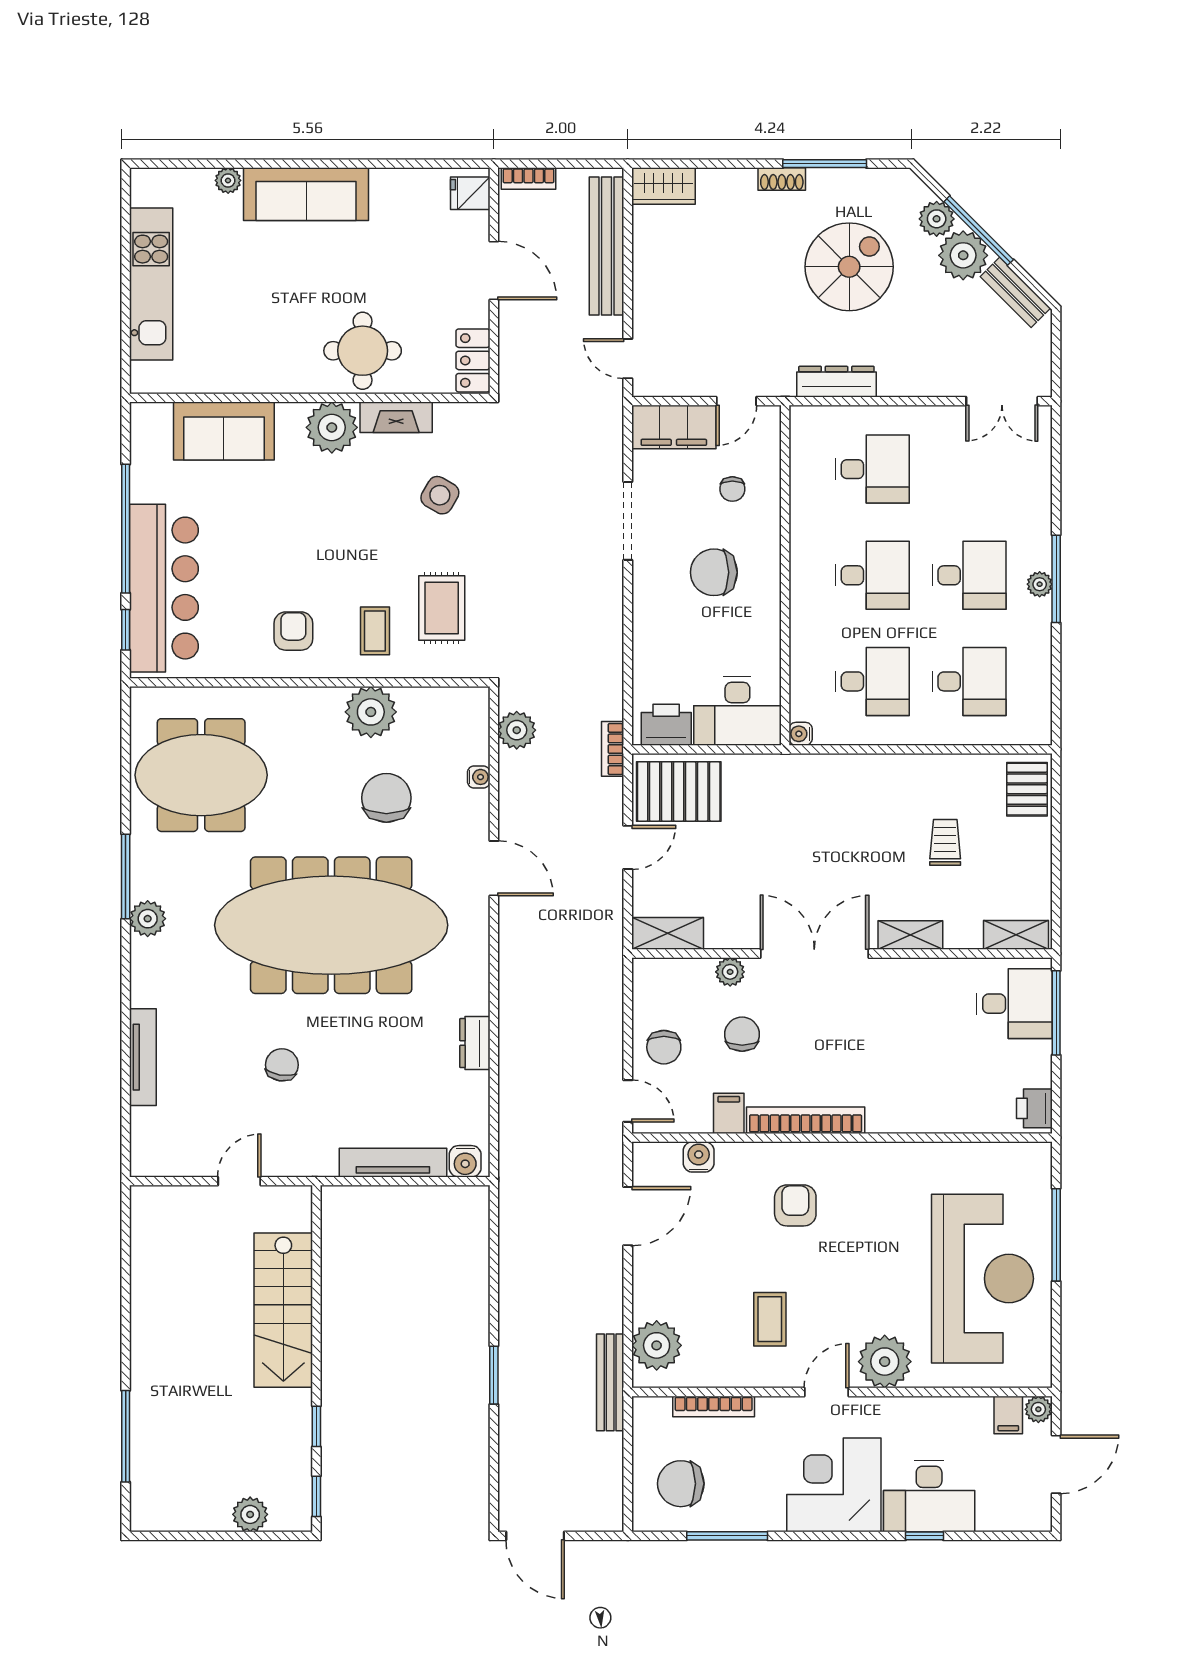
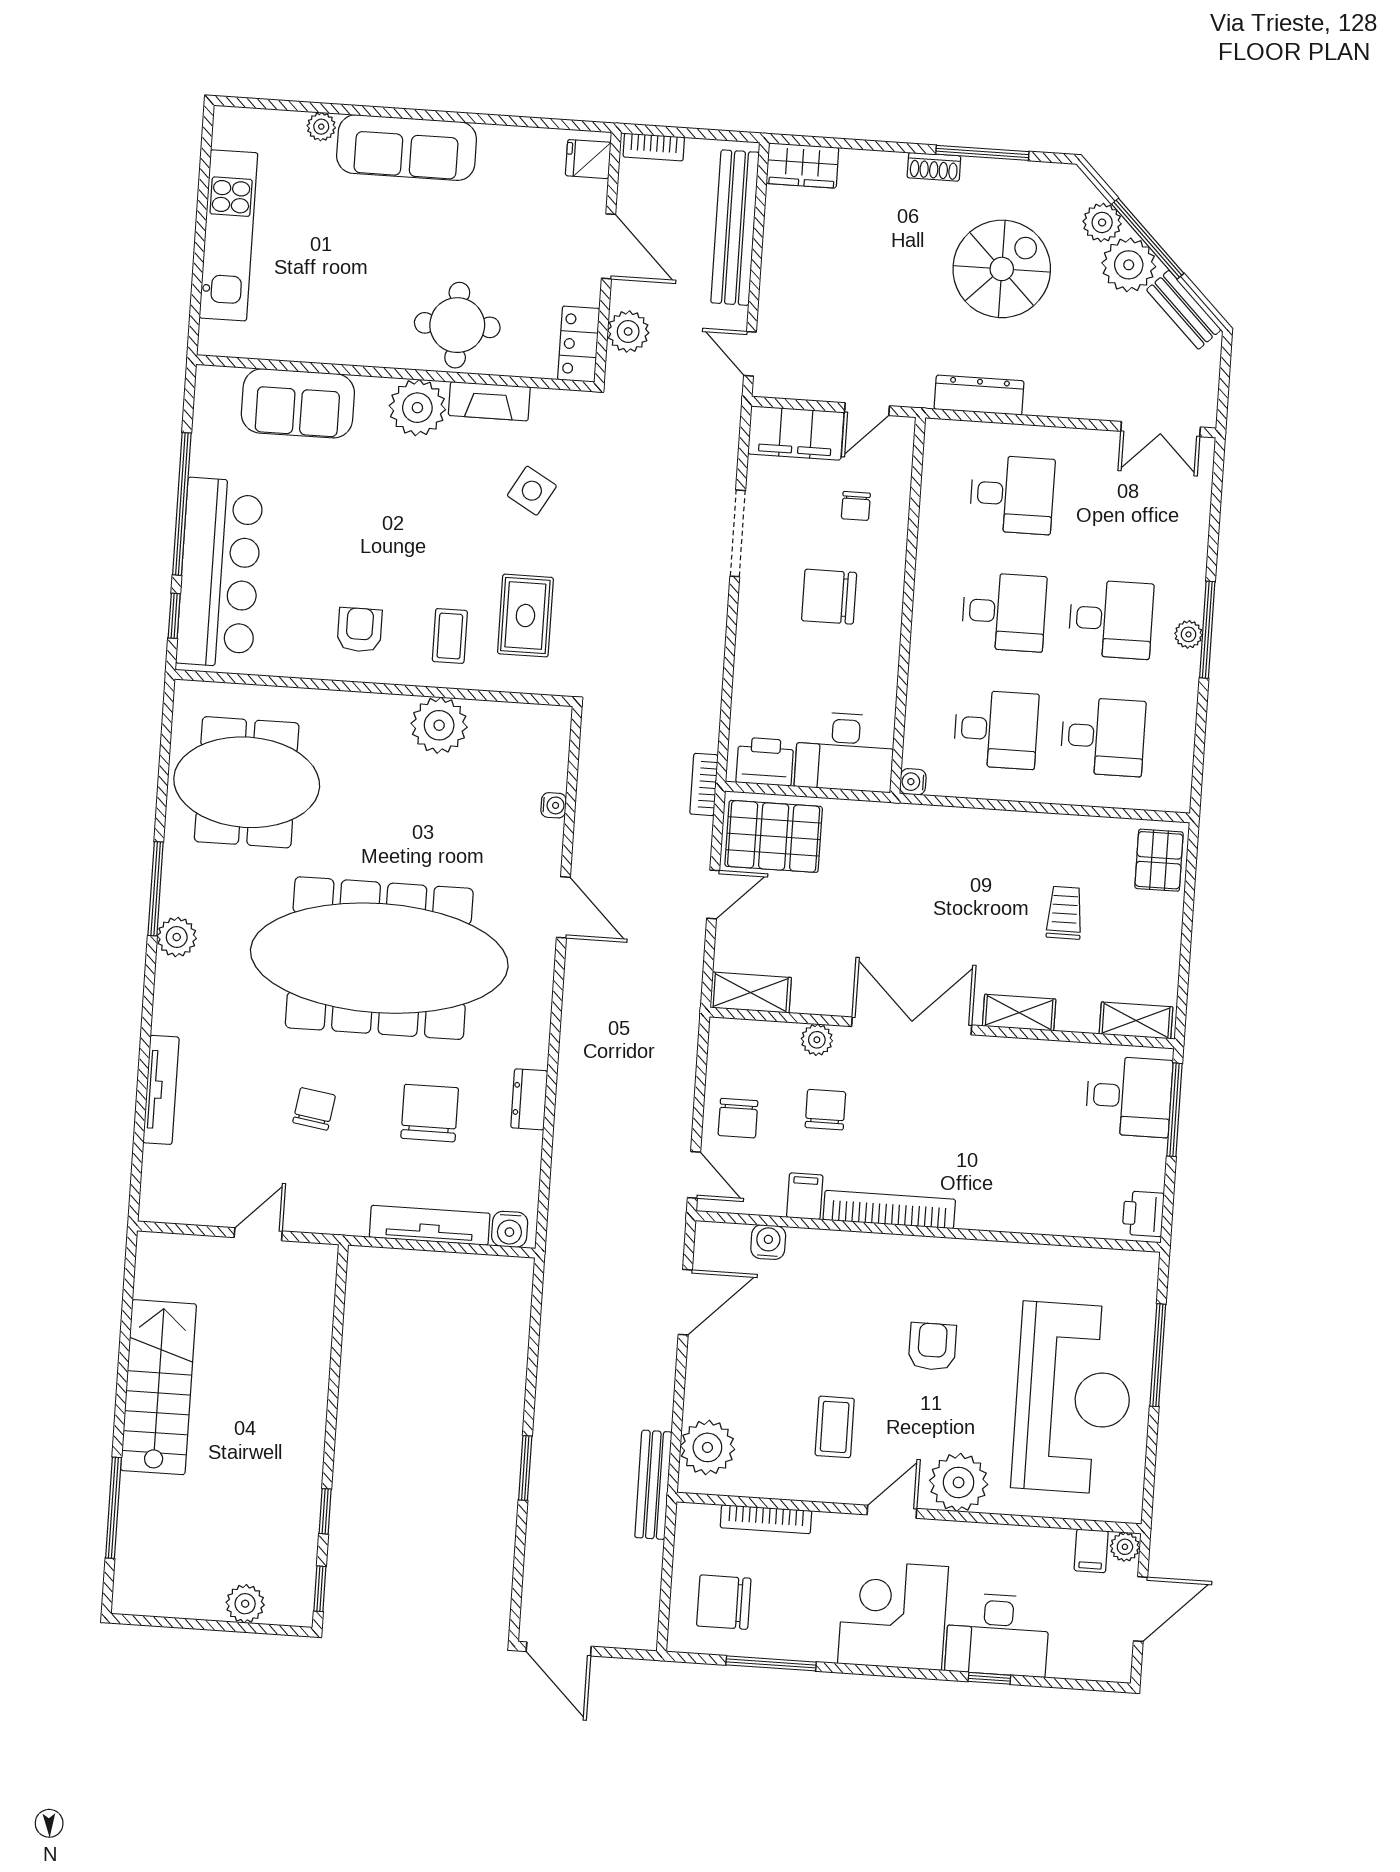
plant: (517, 730) -> (628, 331), moved
chair: (386, 798) -> (430, 1113), moved
armchair: (795, 1205) -> (932, 1347), moved
stairs: (283, 1310) -> (158, 1387), moved, turned 180

